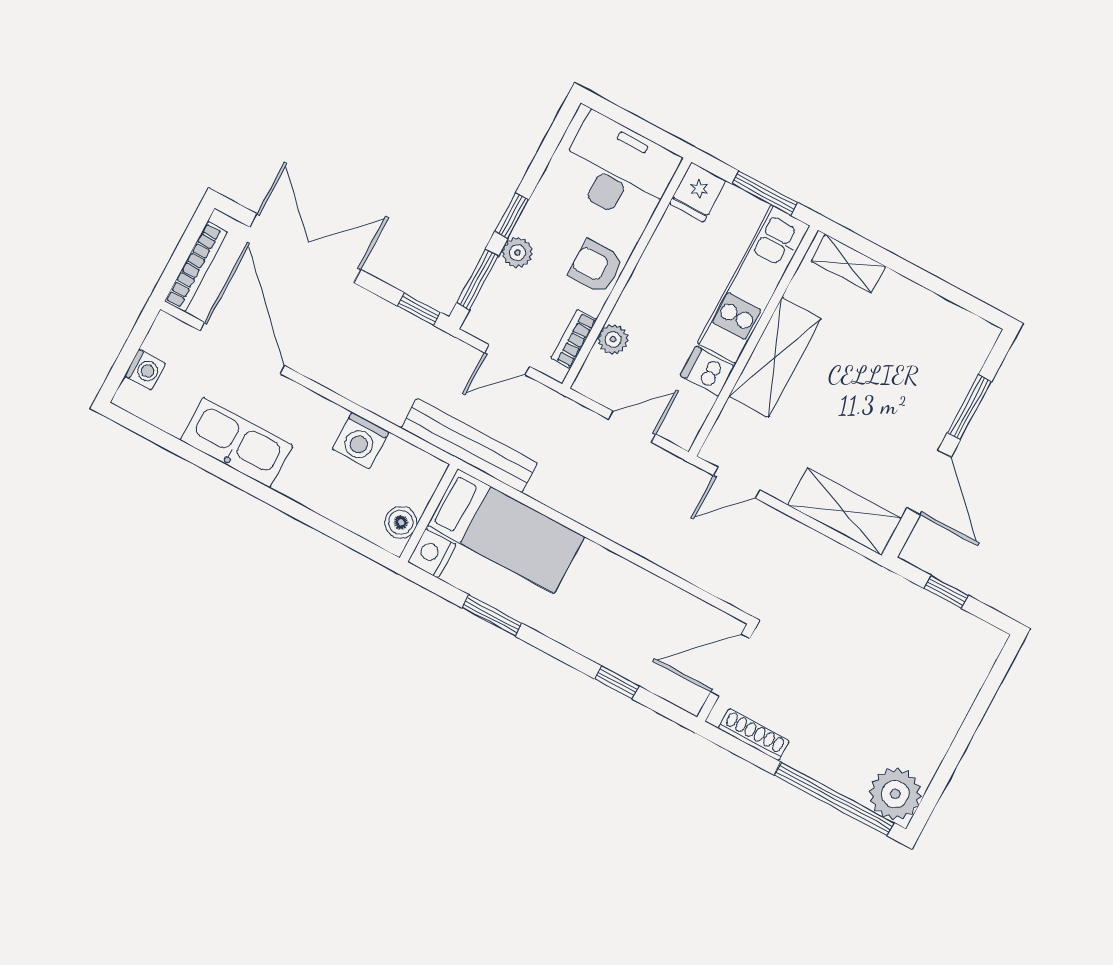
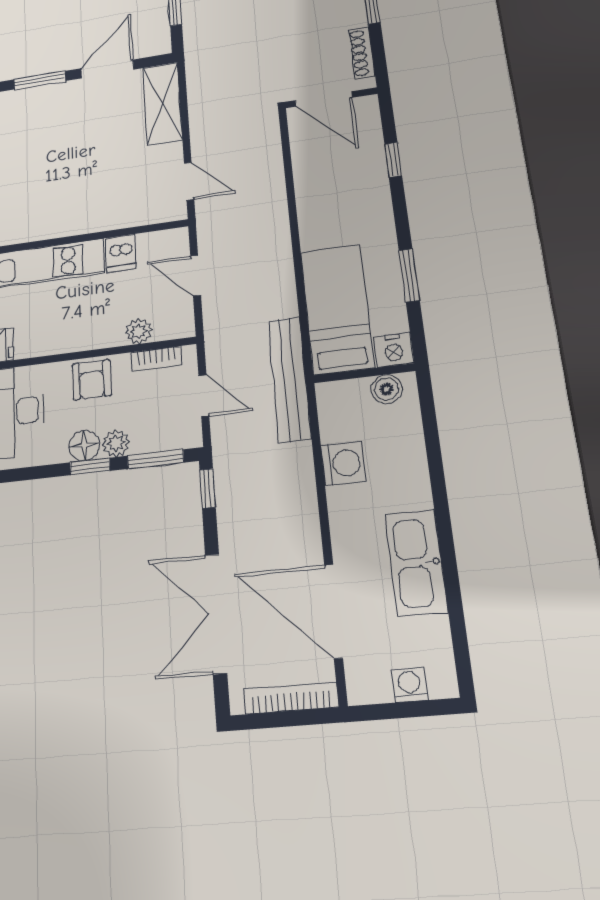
floor lamp: (535, 222) -> (84, 445), added
door: (242, 348) -> (333, 611), hinge flipped
shelving: (775, 357) -> (82, 217), removed

